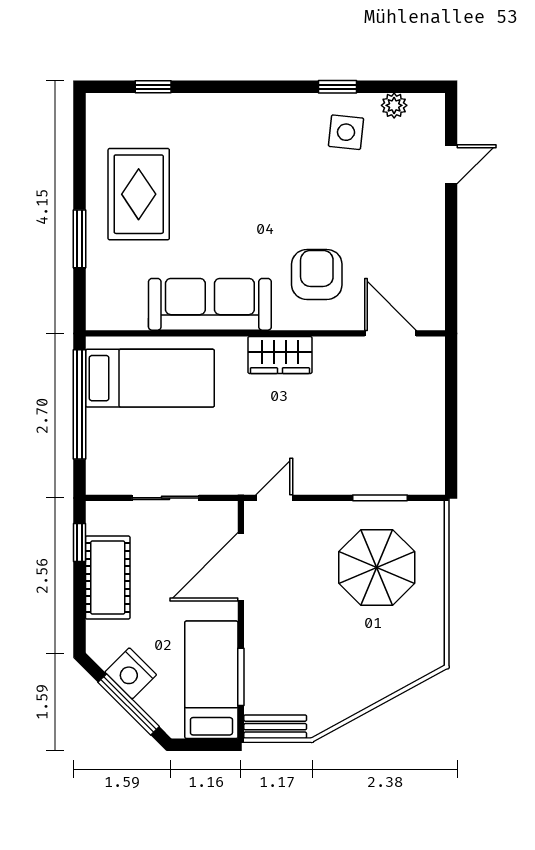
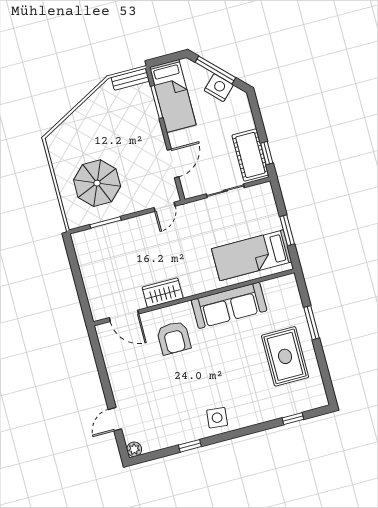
plant: (394, 105) -> (134, 449), moved
side table: (346, 132) -> (217, 418), moved
wardrobe: (280, 355) -> (163, 293), moved
window: (79, 404) -> (287, 230), width x0.47
door: (241, 567) -> (173, 163), width x0.73
cot: (108, 578) -> (250, 155), moved

